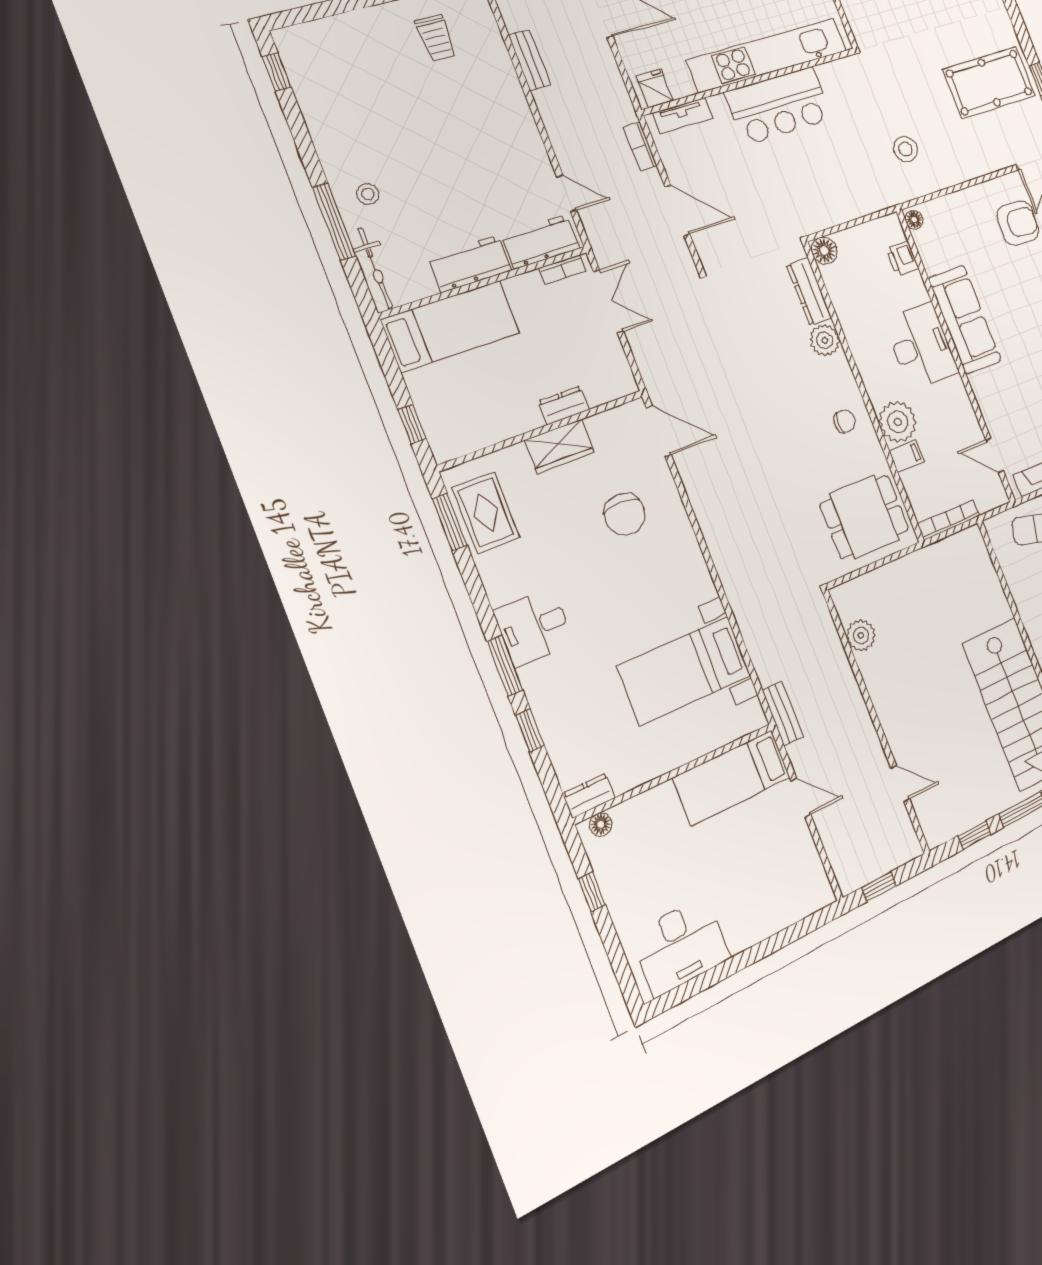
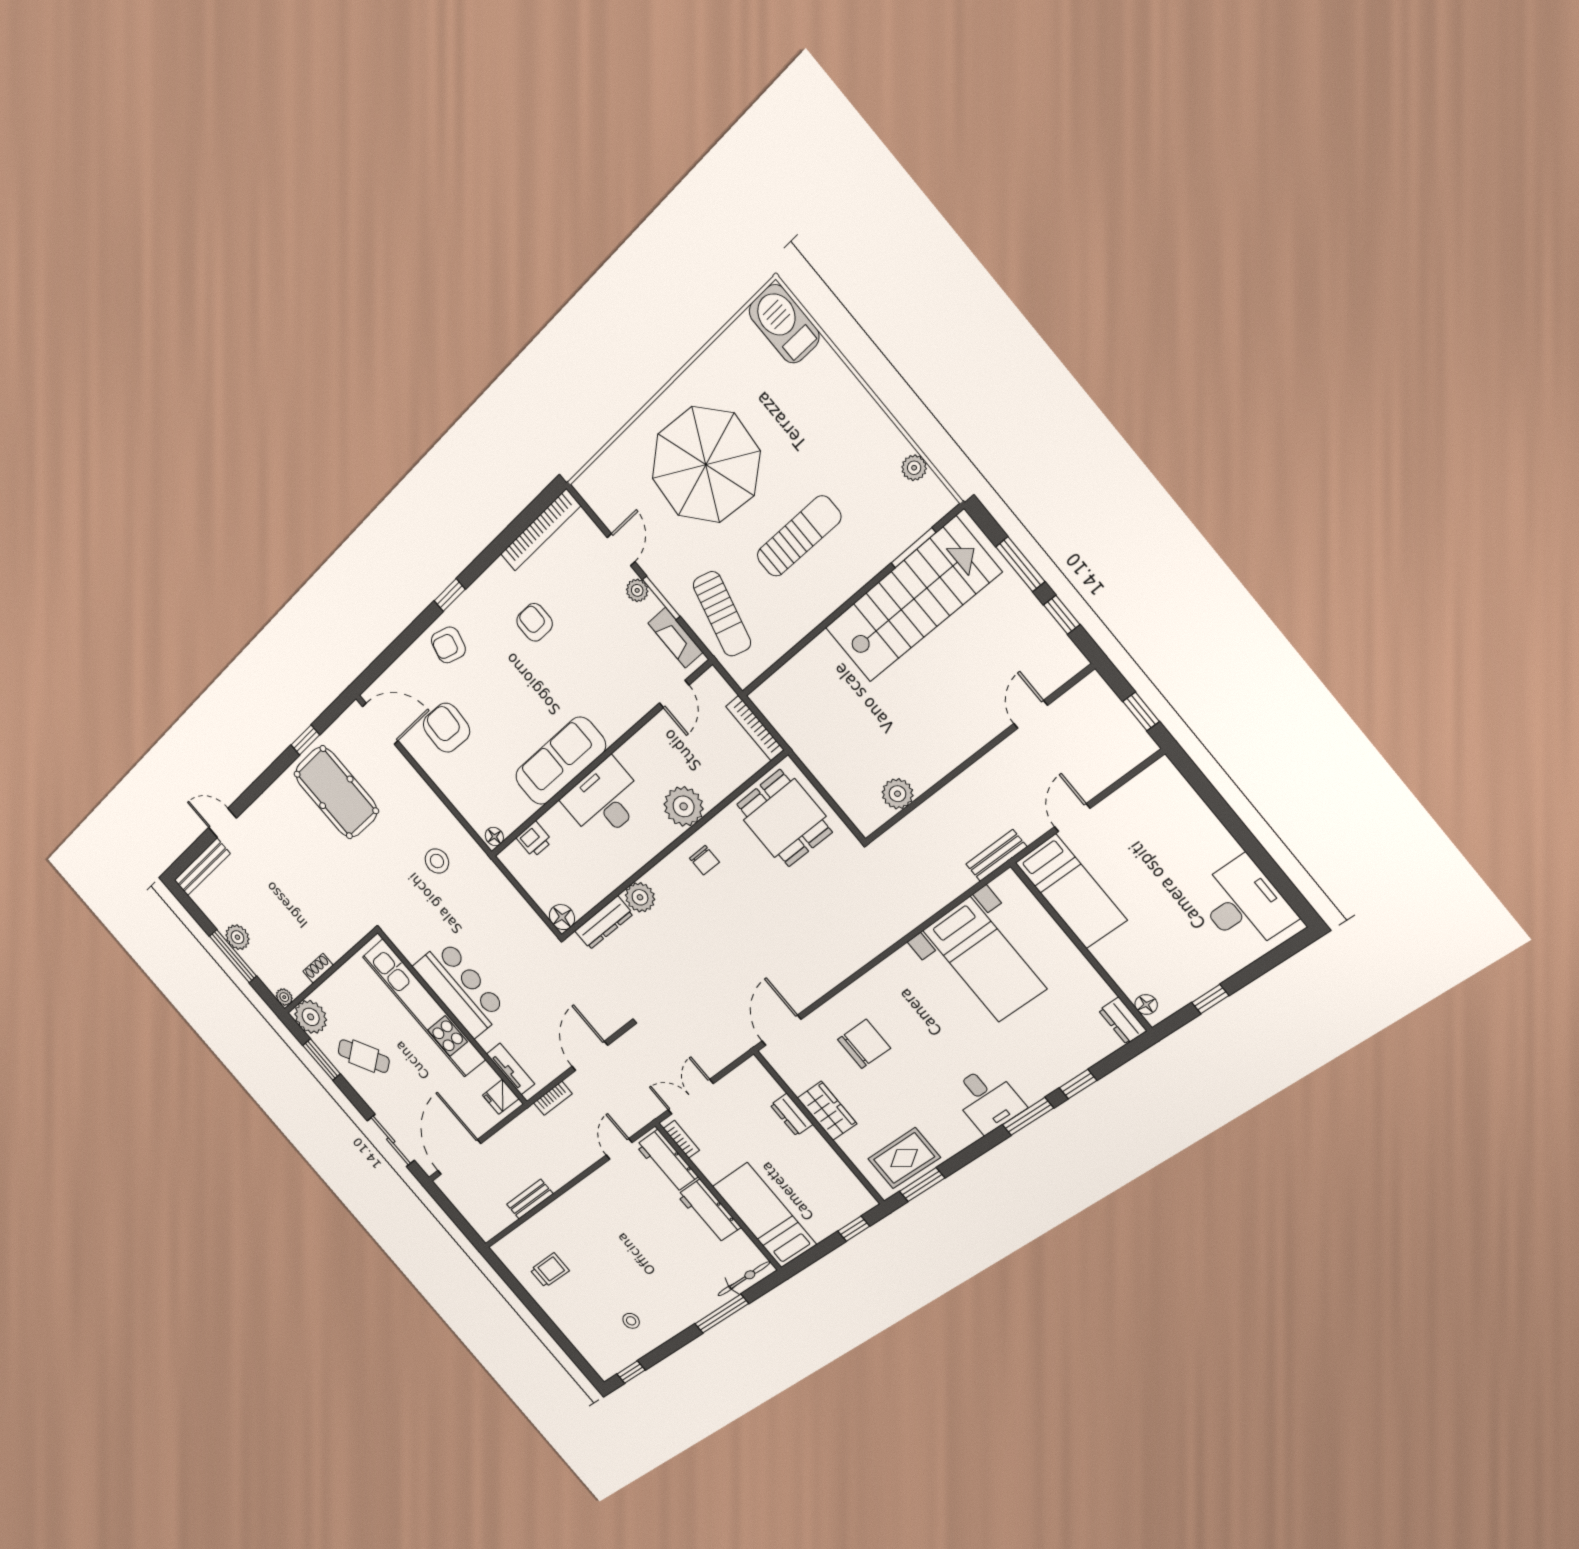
stool: (368, 194) -> (631, 1321), moved
chair: (844, 421) -> (704, 860), turned 180
filing cabinet: (906, 456) -> (712, 789), removed

